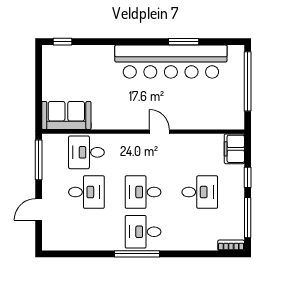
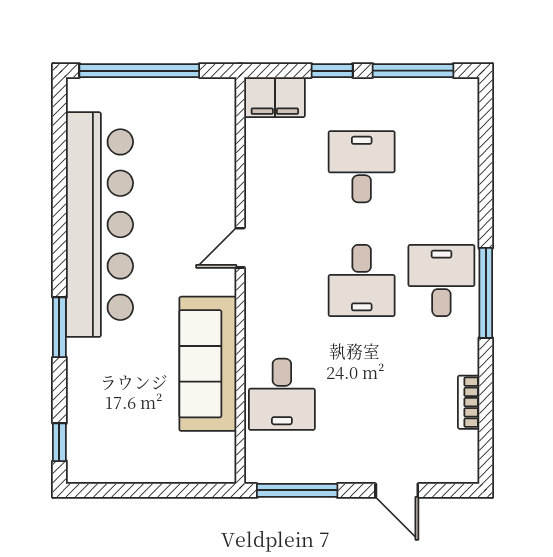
window: (184, 42) -> (59, 327), moved
sofa: (66, 115) -> (208, 364), moved, width x1.36
desk: (86, 192) -> (362, 394), removed
desk: (143, 232) -> (441, 281), turned 180
bookcase: (231, 245) -> (469, 402), moved

